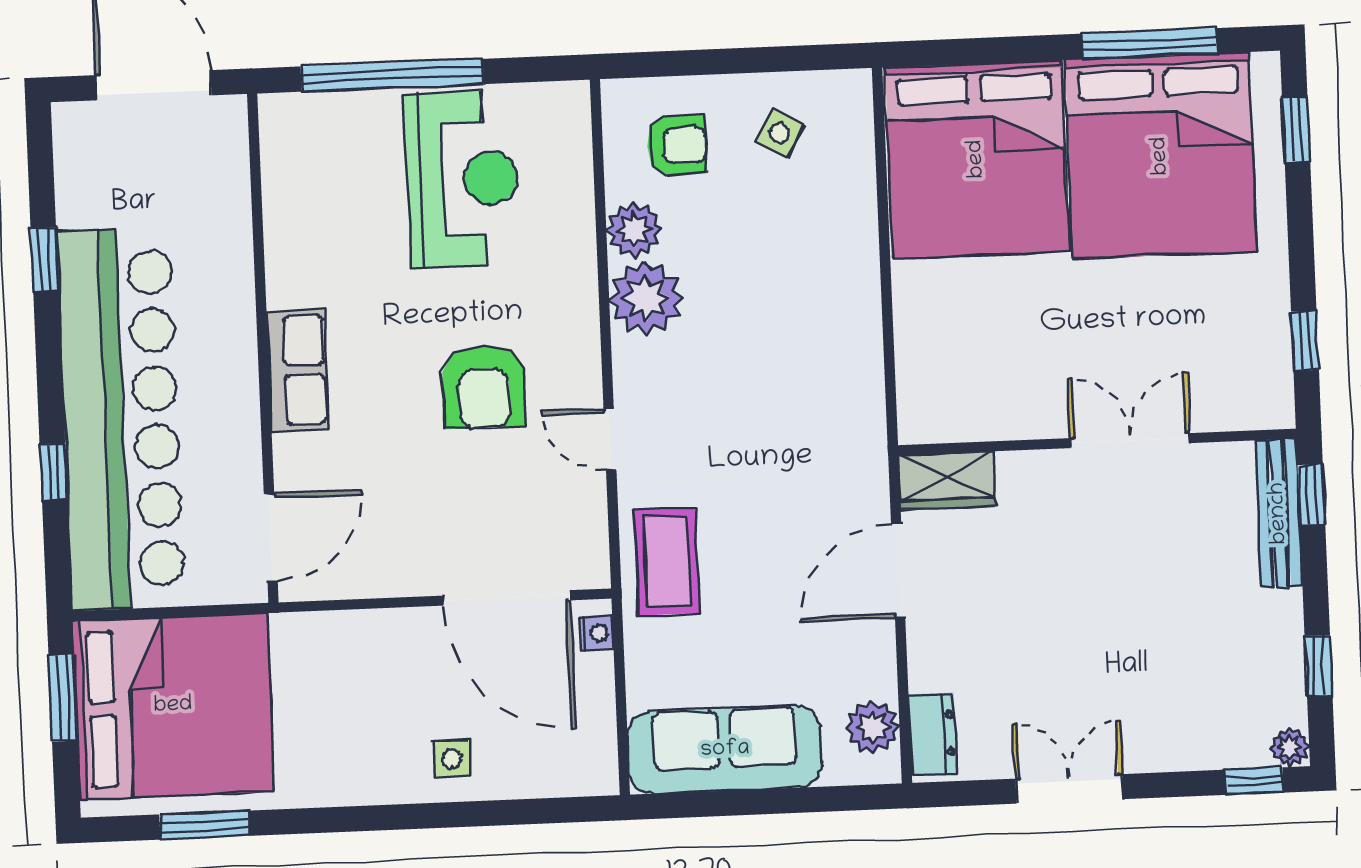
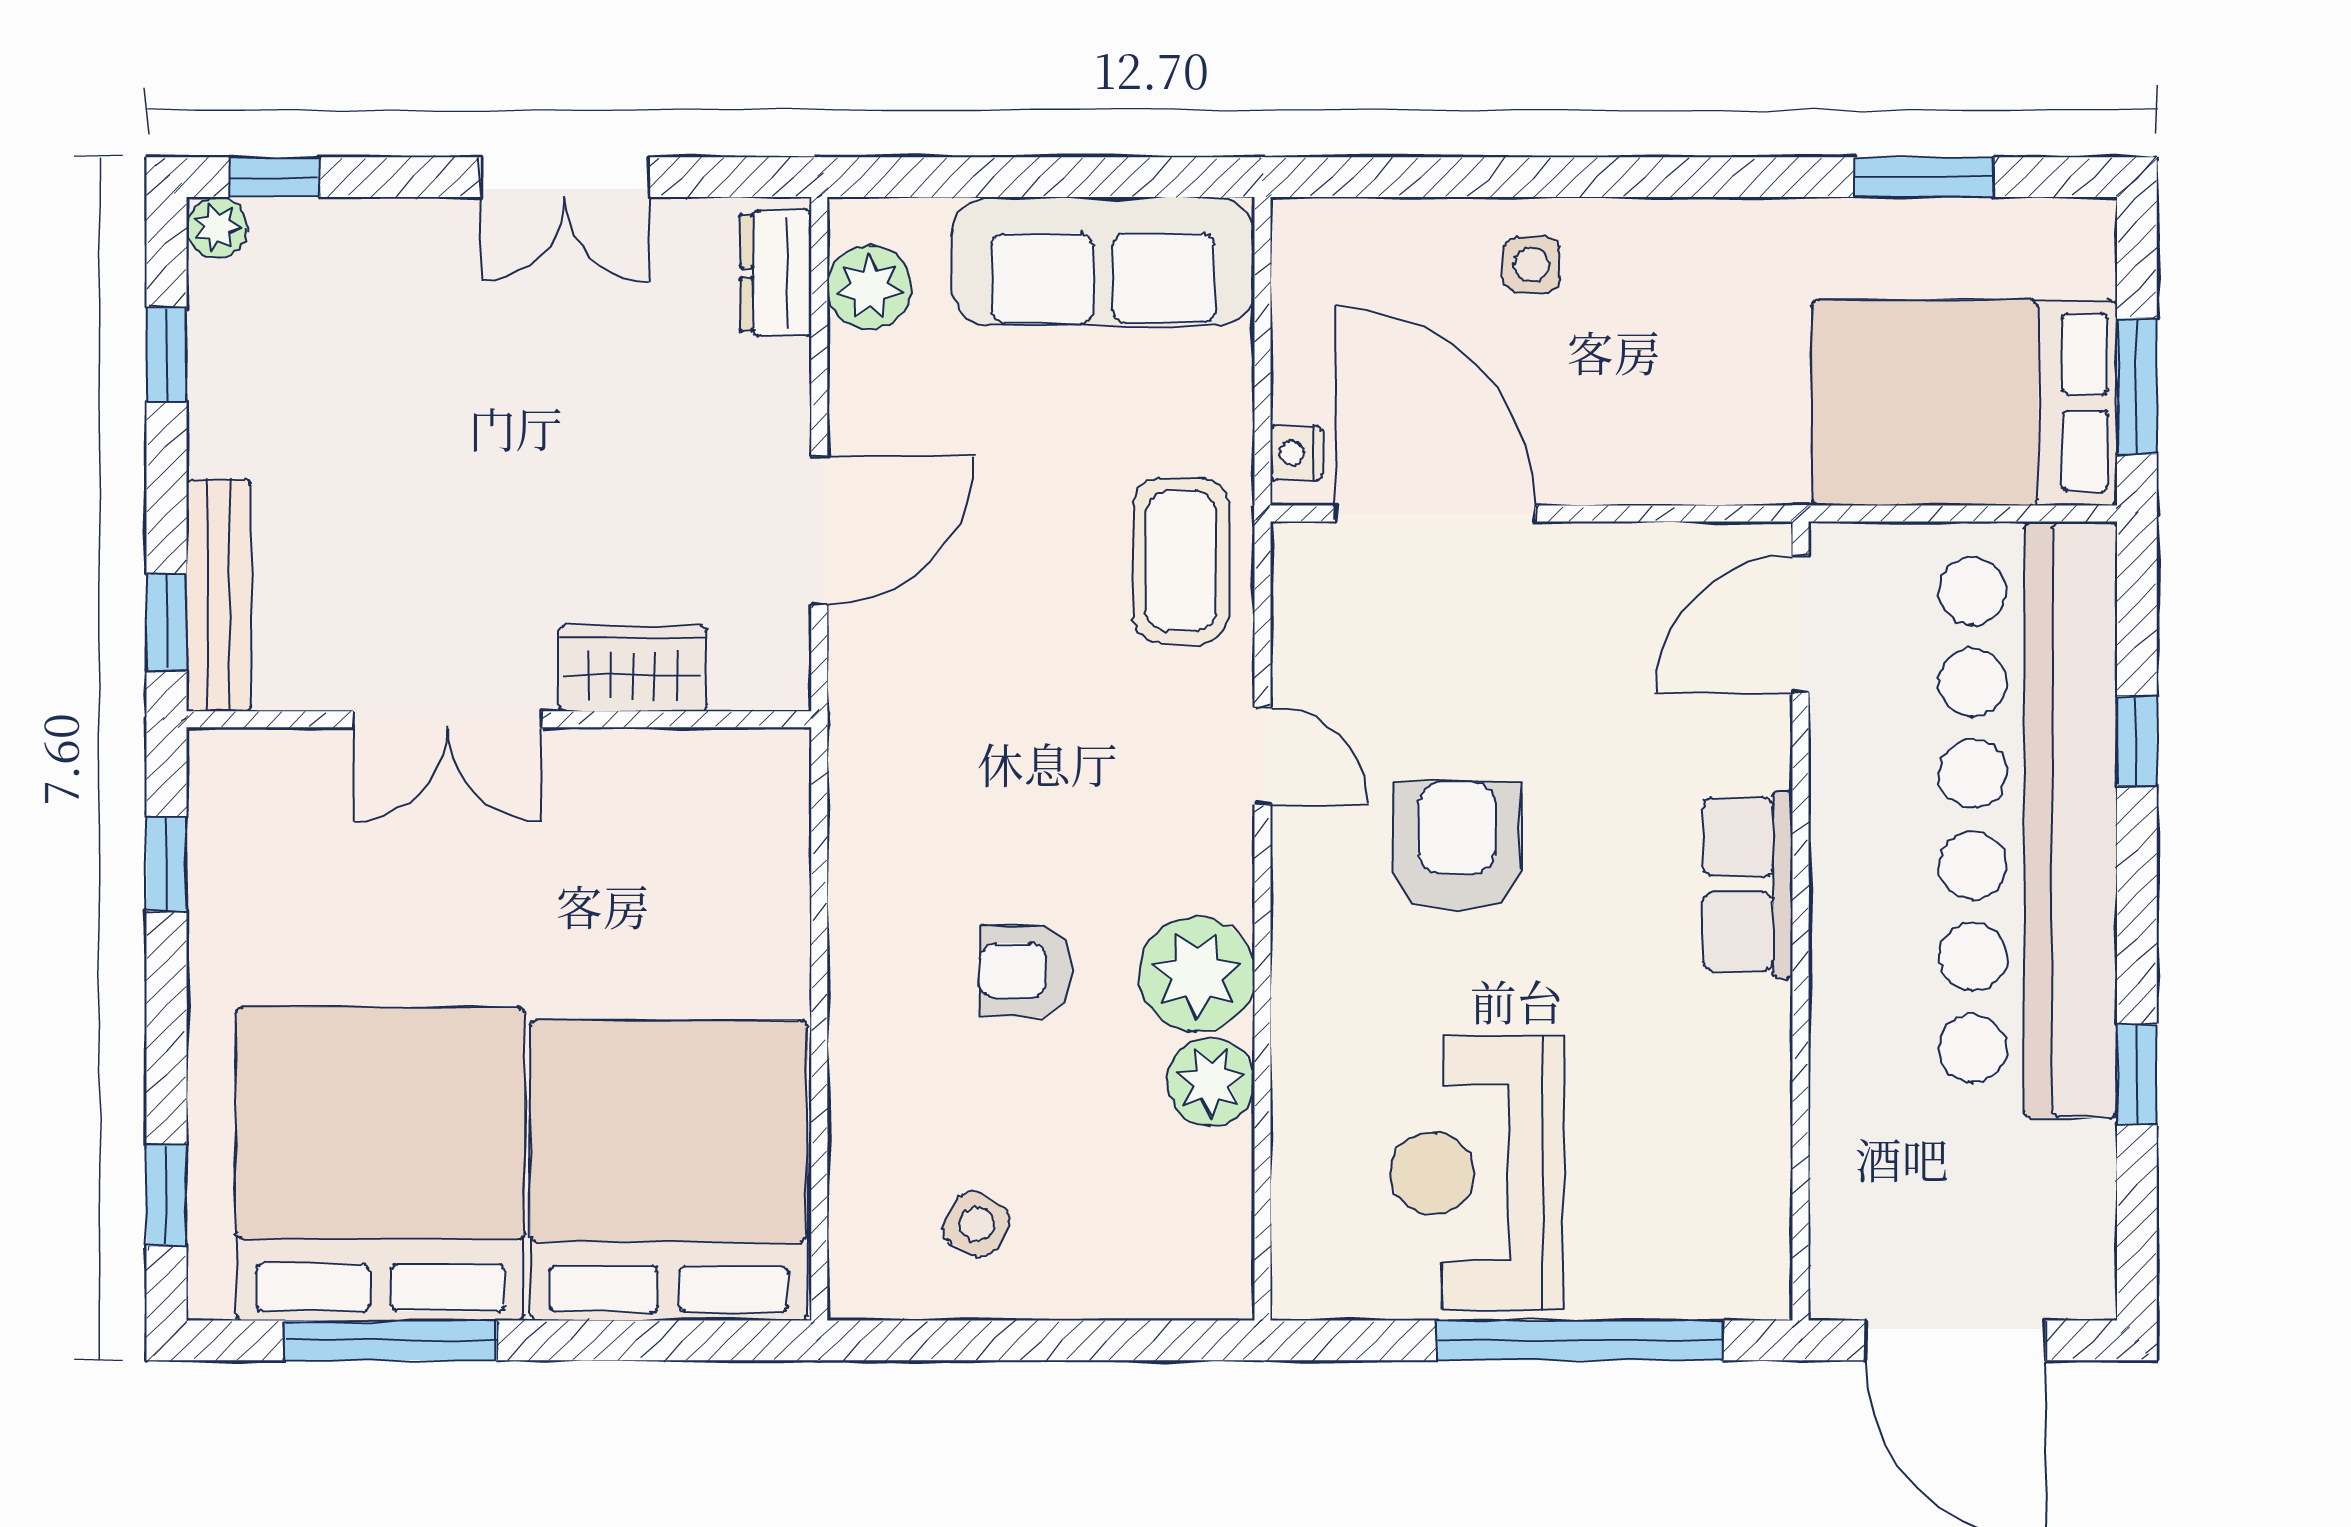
armchair: (677, 145) -> (1026, 971), moved
wardrobe: (947, 481) -> (633, 668), moved
bed: (173, 706) -> (1965, 403), width x0.73

